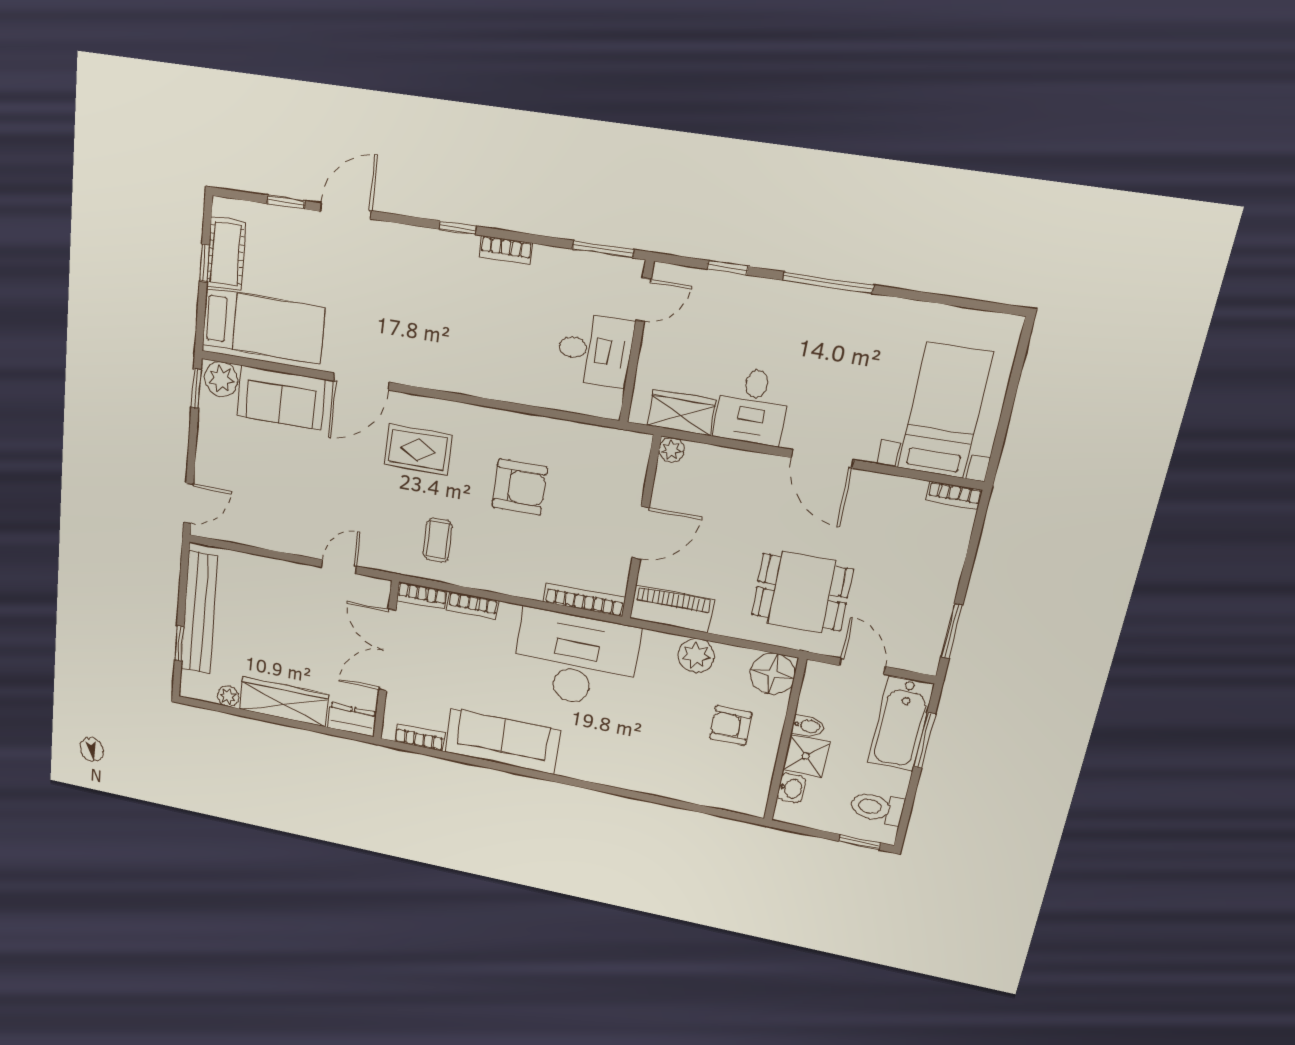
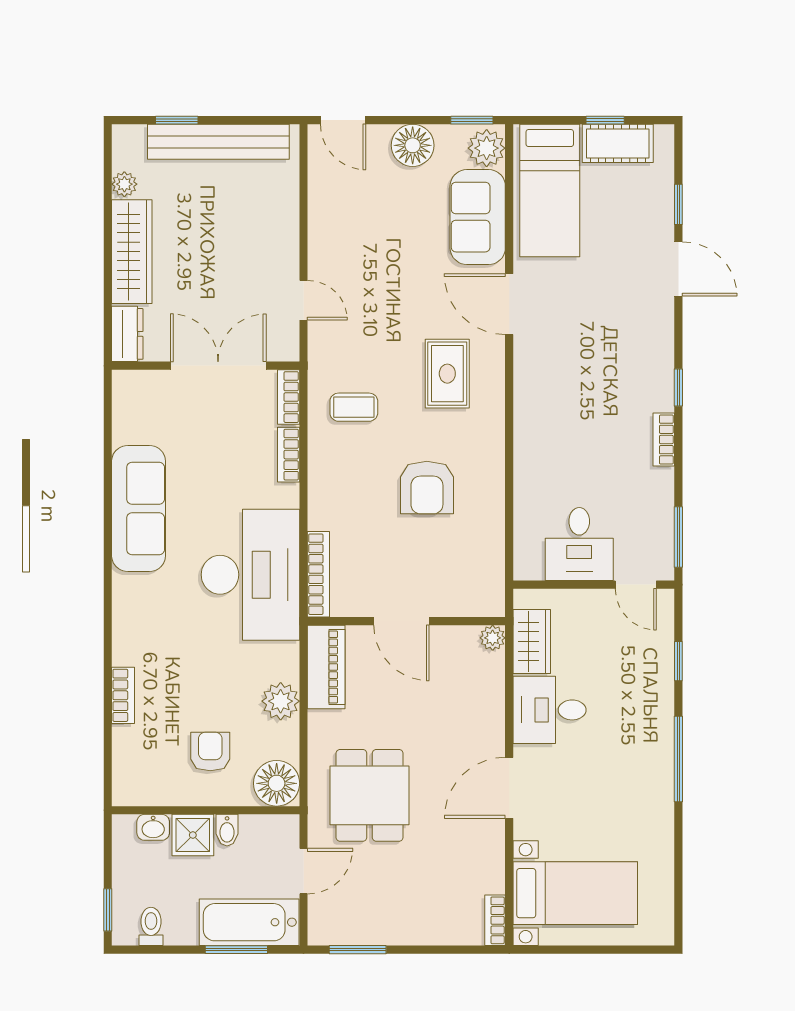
floor lamp: (214, 446) -> (413, 145), added
bookcase: (420, 737) -> (123, 695), moved
toilet: (877, 808) -> (151, 926), width x0.73, depth x0.72

